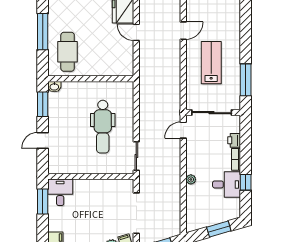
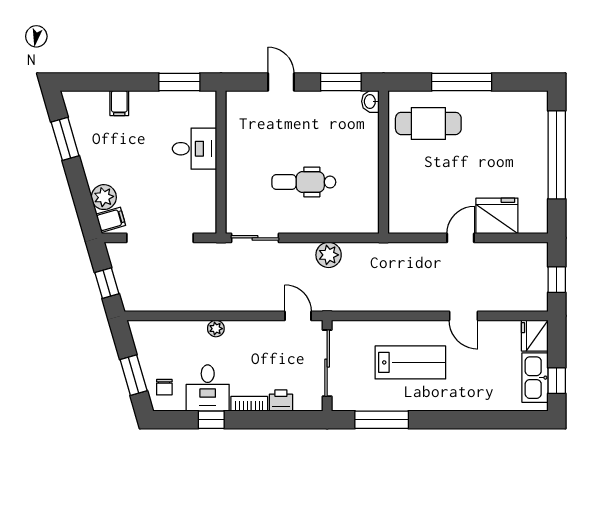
plant: (147, 112) -> (329, 255), added
dental chair: (103, 127) -> (304, 182), width x0.73, depth x0.72
desk: (60, 192) -> (195, 149), moved
chair: (226, 210) -> (164, 387), added

